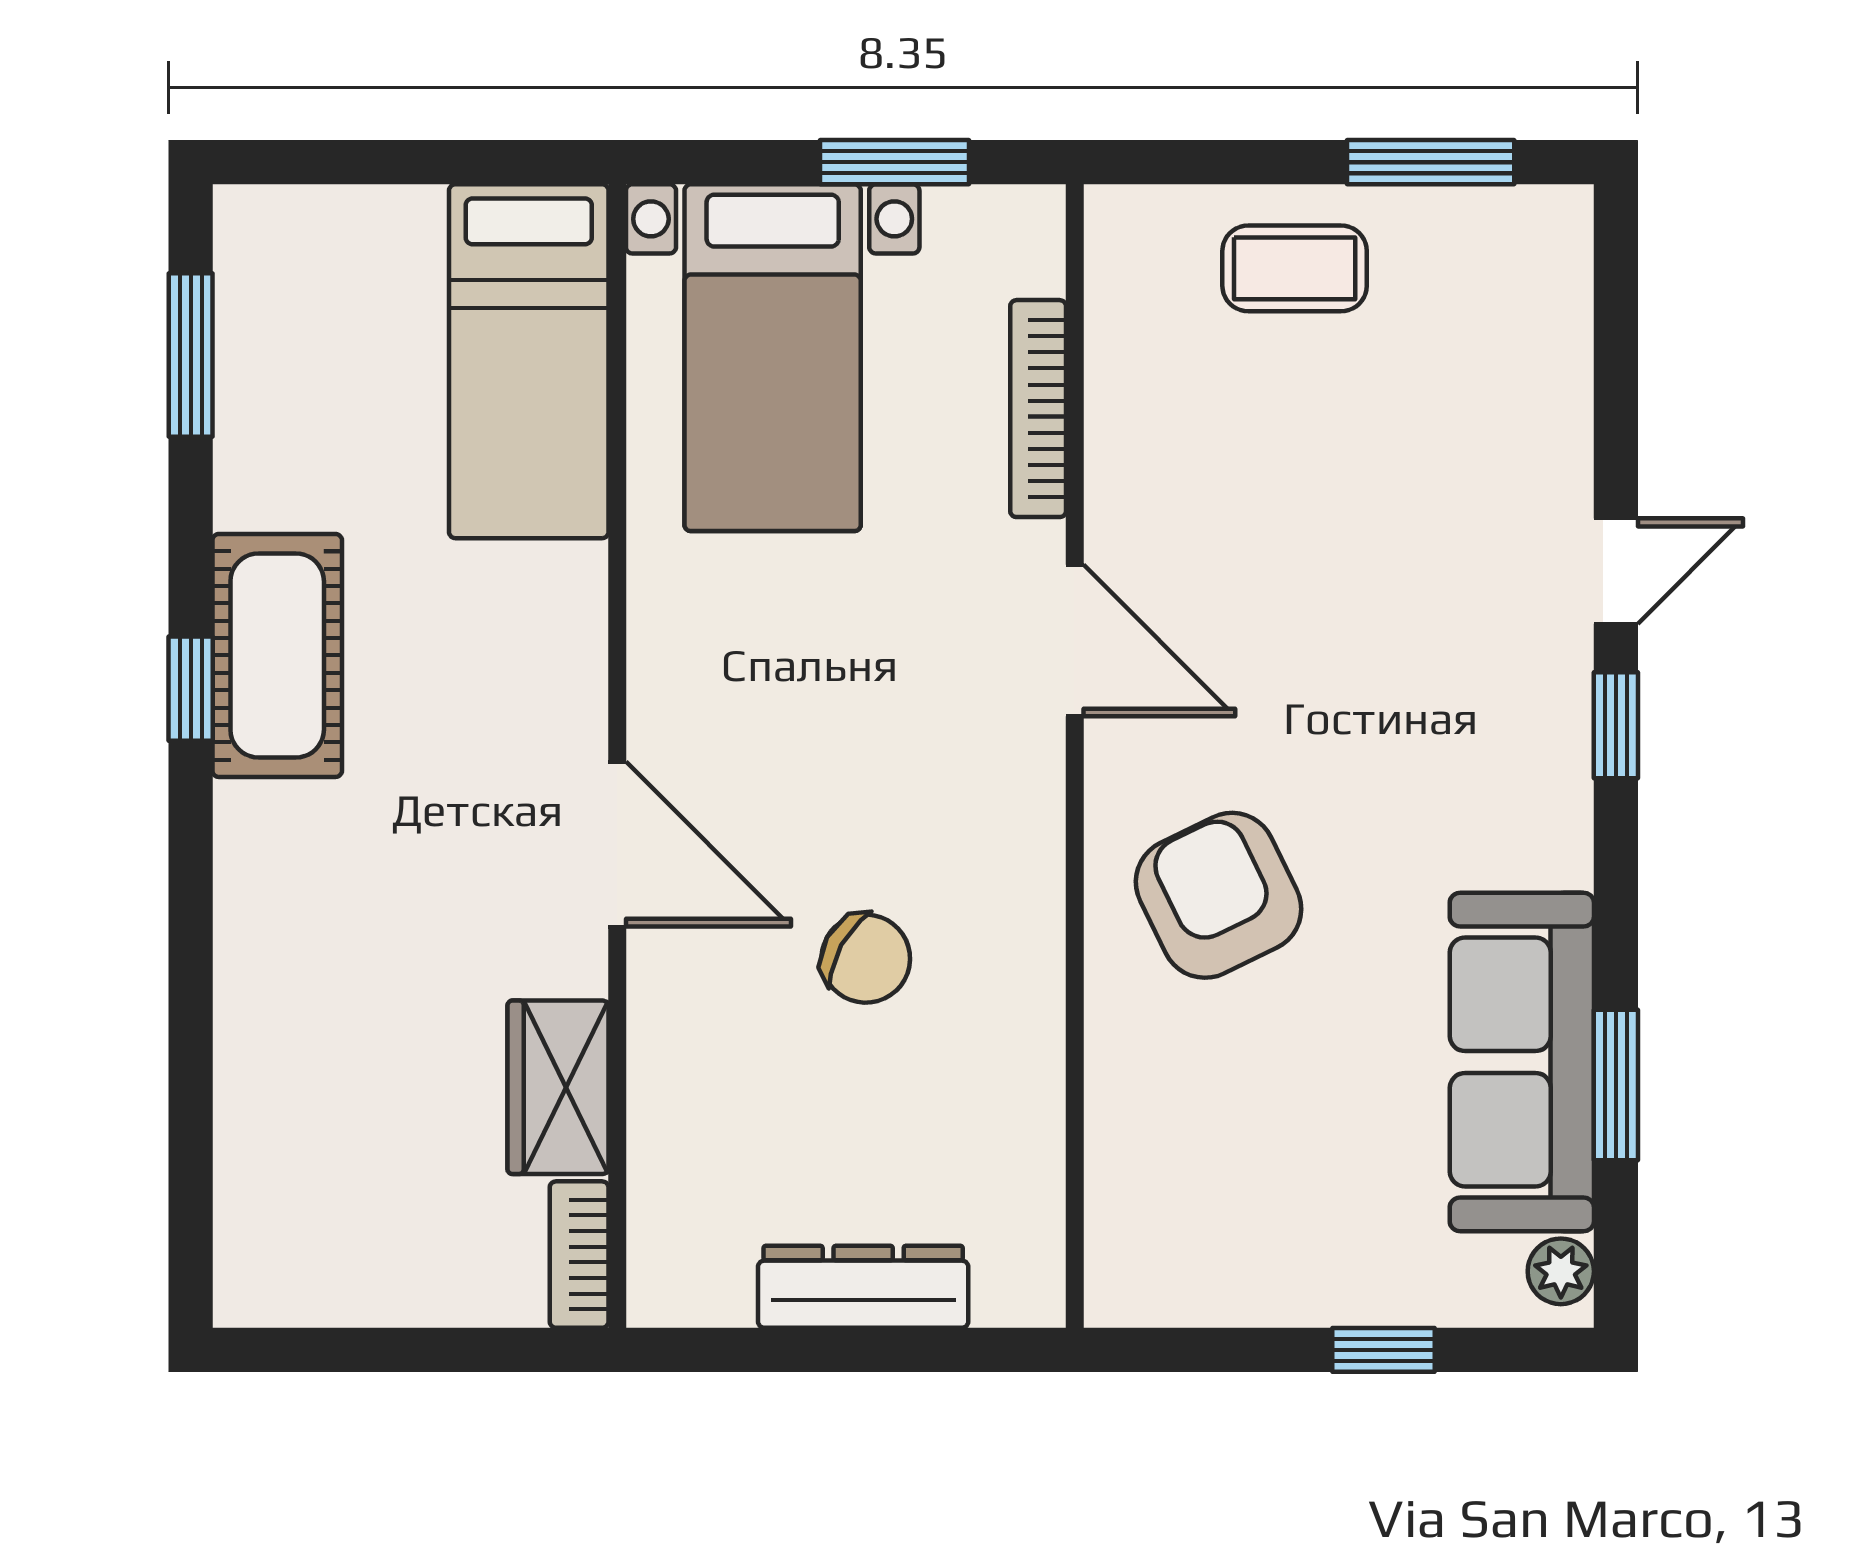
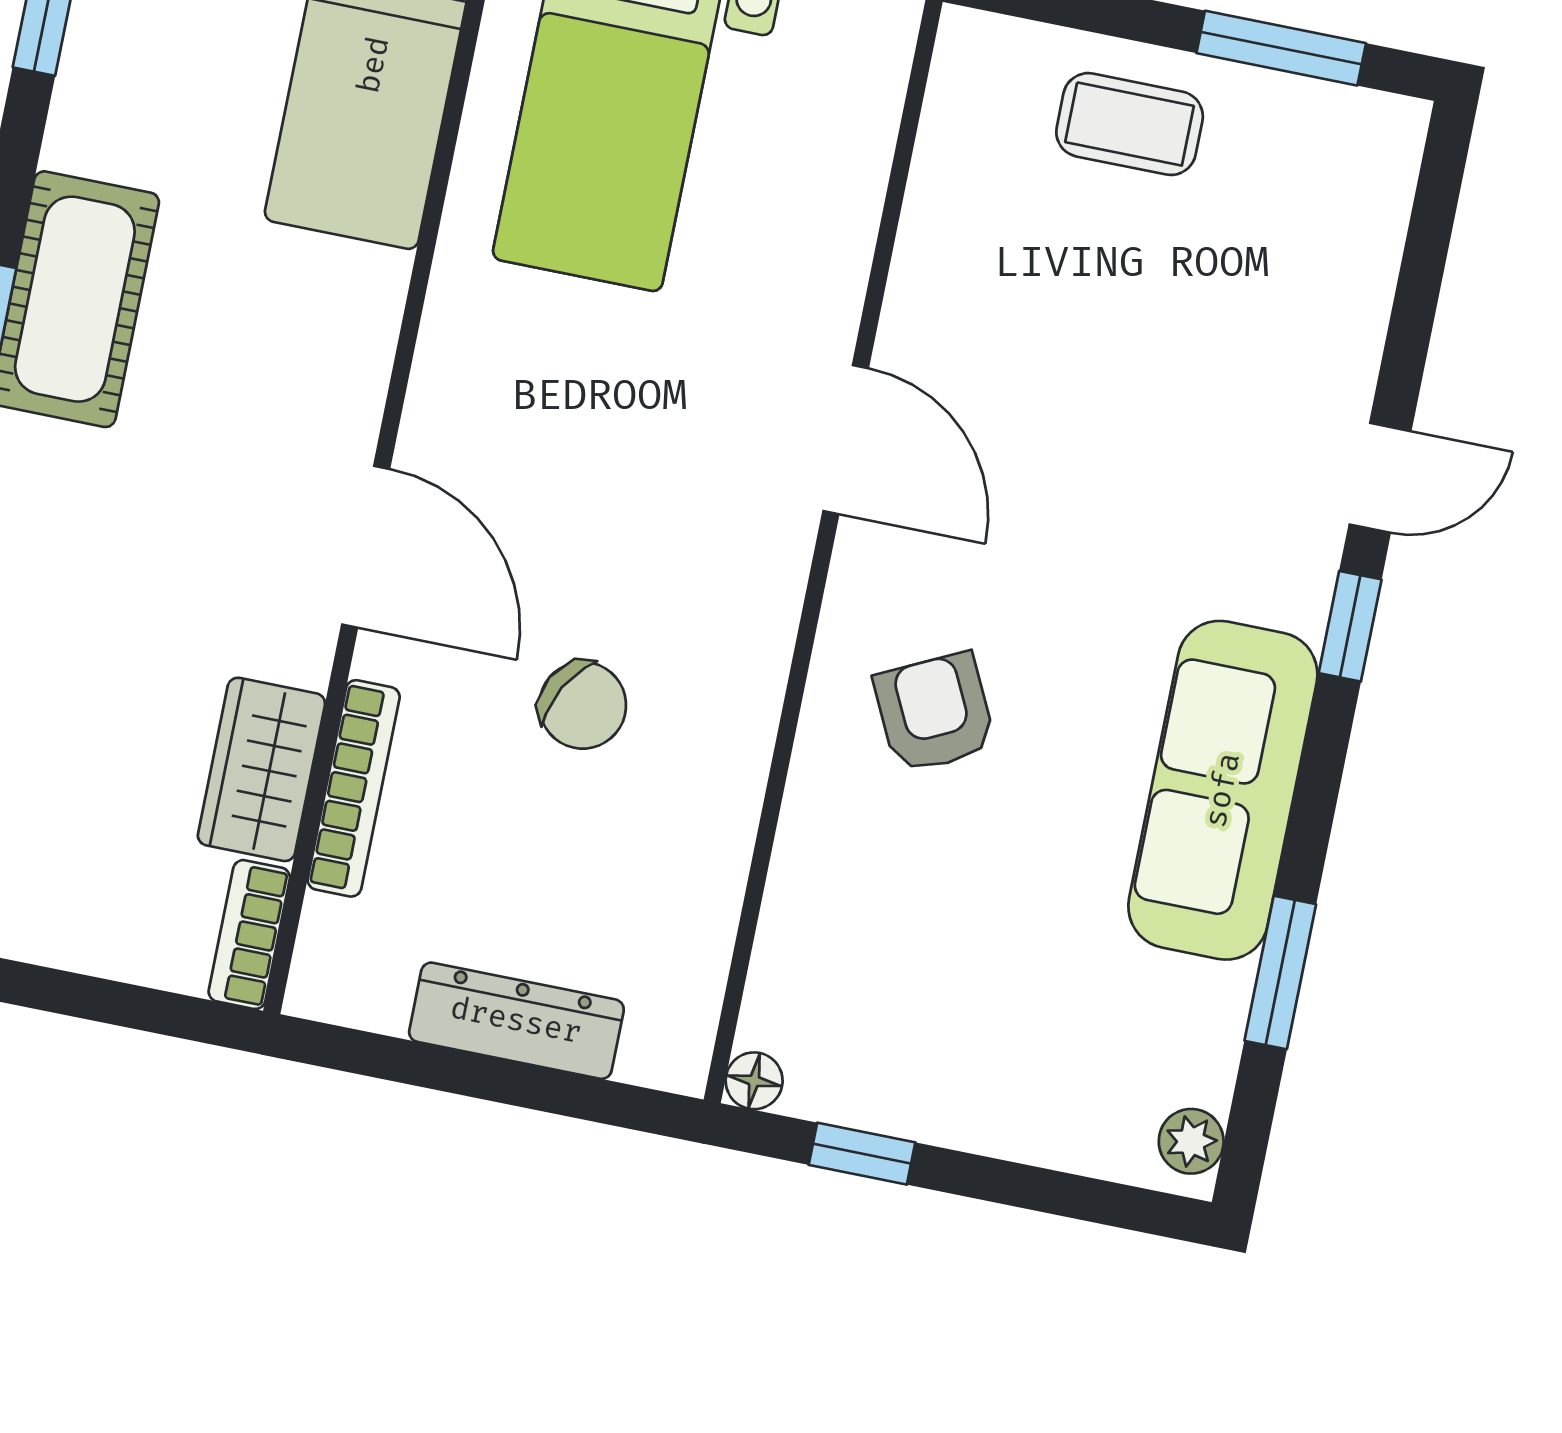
bookcase: (1038, 409) -> (354, 788), moved, turned 180
armchair: (1219, 895) -> (935, 713), width x0.72, depth x0.72
sofa: (1522, 1062) -> (1223, 790), moved
floor lamp: (1112, 1299) -> (754, 1081), added
window: (1384, 1350) -> (862, 1154), moved

